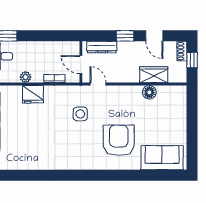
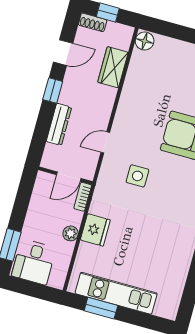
wall: (81, 62) -> (65, 176), moved
door: (81, 65) -> (69, 177), moved
floor lamp: (149, 92) -> (145, 41), moved

